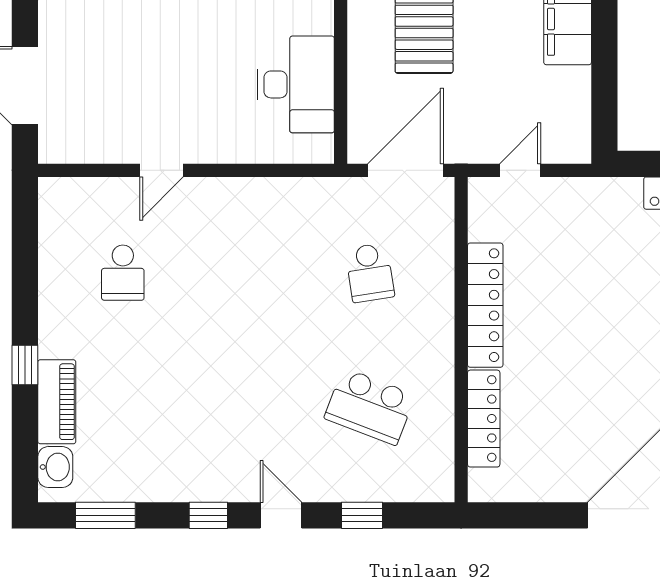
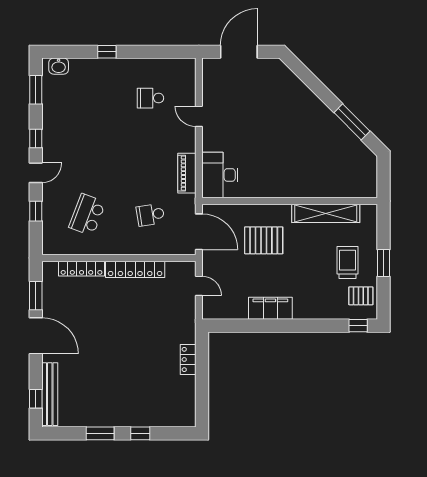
desk: (296, 84) -> (220, 175), moved, turned 90
piano: (57, 402) -> (187, 173), moved, turned 90
window: (541, 515) -> (36, 296), added

